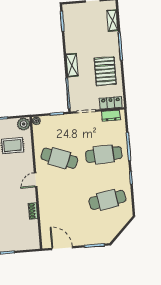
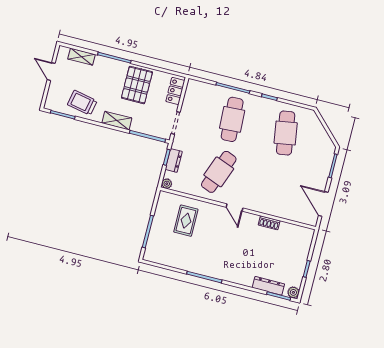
trolley: (77, 33) -> (82, 103), added
pallet: (105, 71) -> (137, 85), turned 90
dresser: (111, 116) -> (174, 160), moved
plant: (24, 124) -> (166, 199), removed
door: (62, 248) -> (323, 204), hinge flipped

